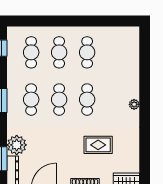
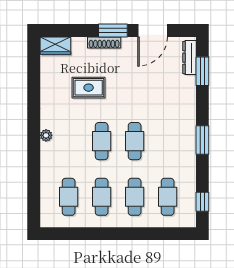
cafe table: (31, 100) -> (69, 197), moved
plant: (17, 145) -> (185, 87), removed

